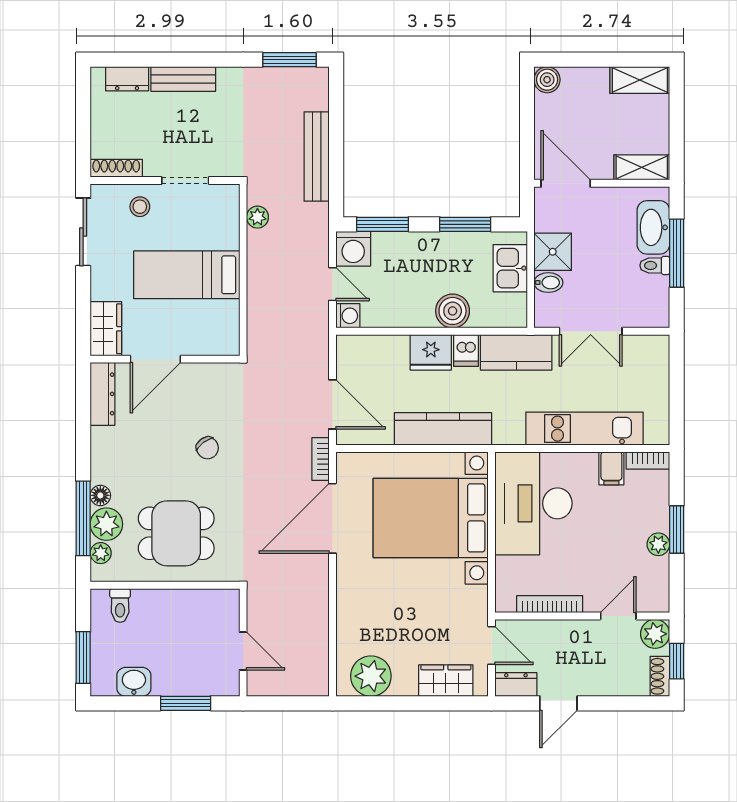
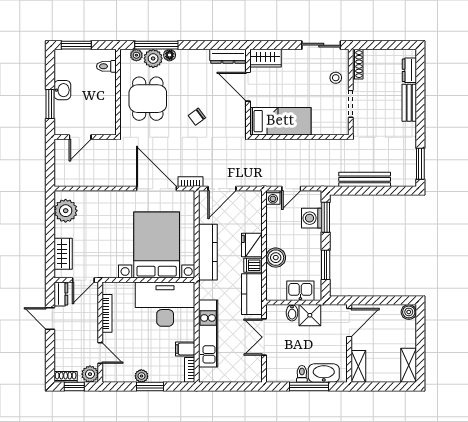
plant: (257, 217) -> (330, 145), removed
washing machine: (353, 249) -> (312, 218), moved
bed: (187, 275) -> (280, 121), moved, turned 90
washbasin: (134, 682) -> (62, 90), moved

